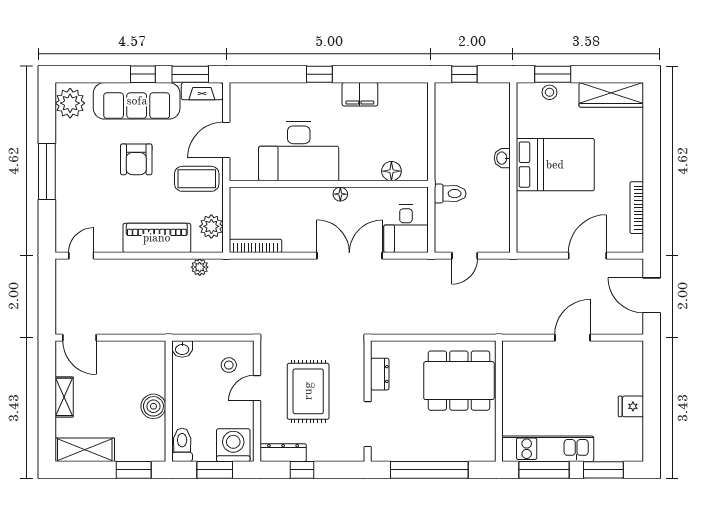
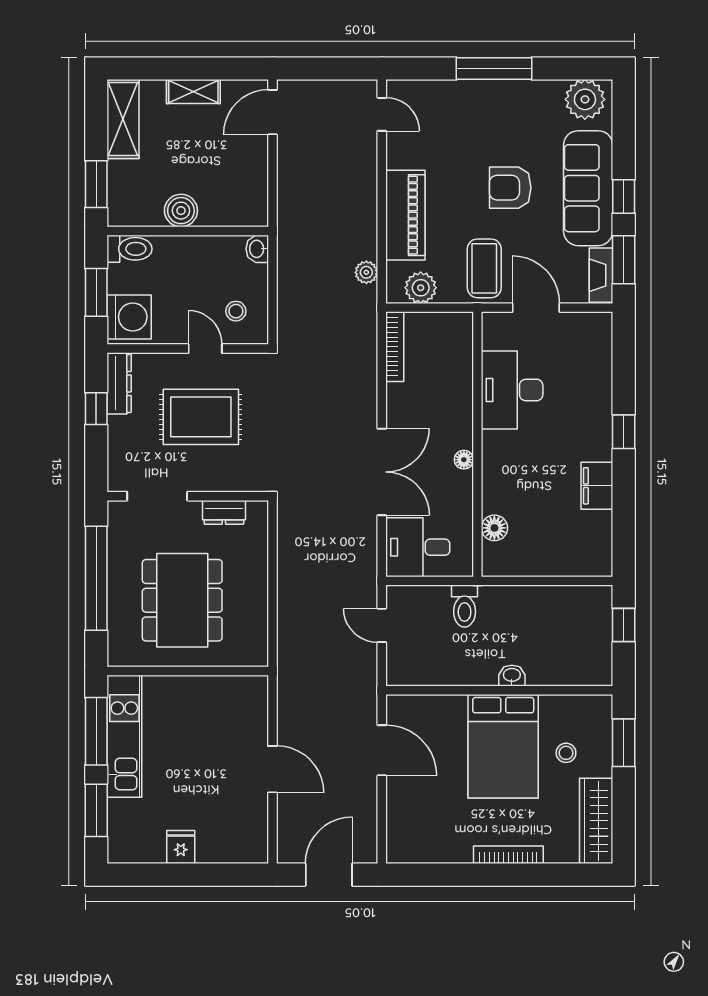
stool: (549, 92) -> (566, 753), moved
desk: (299, 151) -> (512, 390), width x0.73, depth x0.77
bookcase: (637, 208) -> (508, 855), moved
door: (587, 256) -> (382, 750), moved
dining table: (459, 381) -> (182, 600), moved

